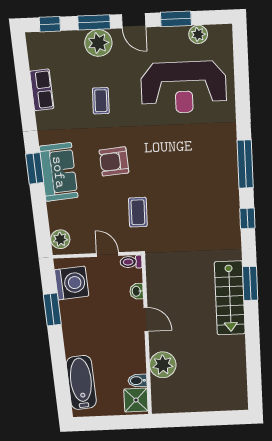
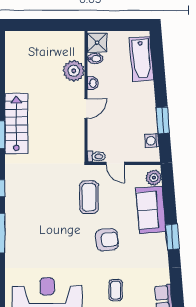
sofa: (59, 172) -> (151, 210), moved
coffee table: (138, 212) -> (89, 197), width x1.36, depth x1.30
washing machine: (72, 283) -> (152, 141), width x0.53, depth x0.53
washbasin: (137, 291) -> (93, 83), moved
door: (146, 319) -> (86, 109), swing flipped

